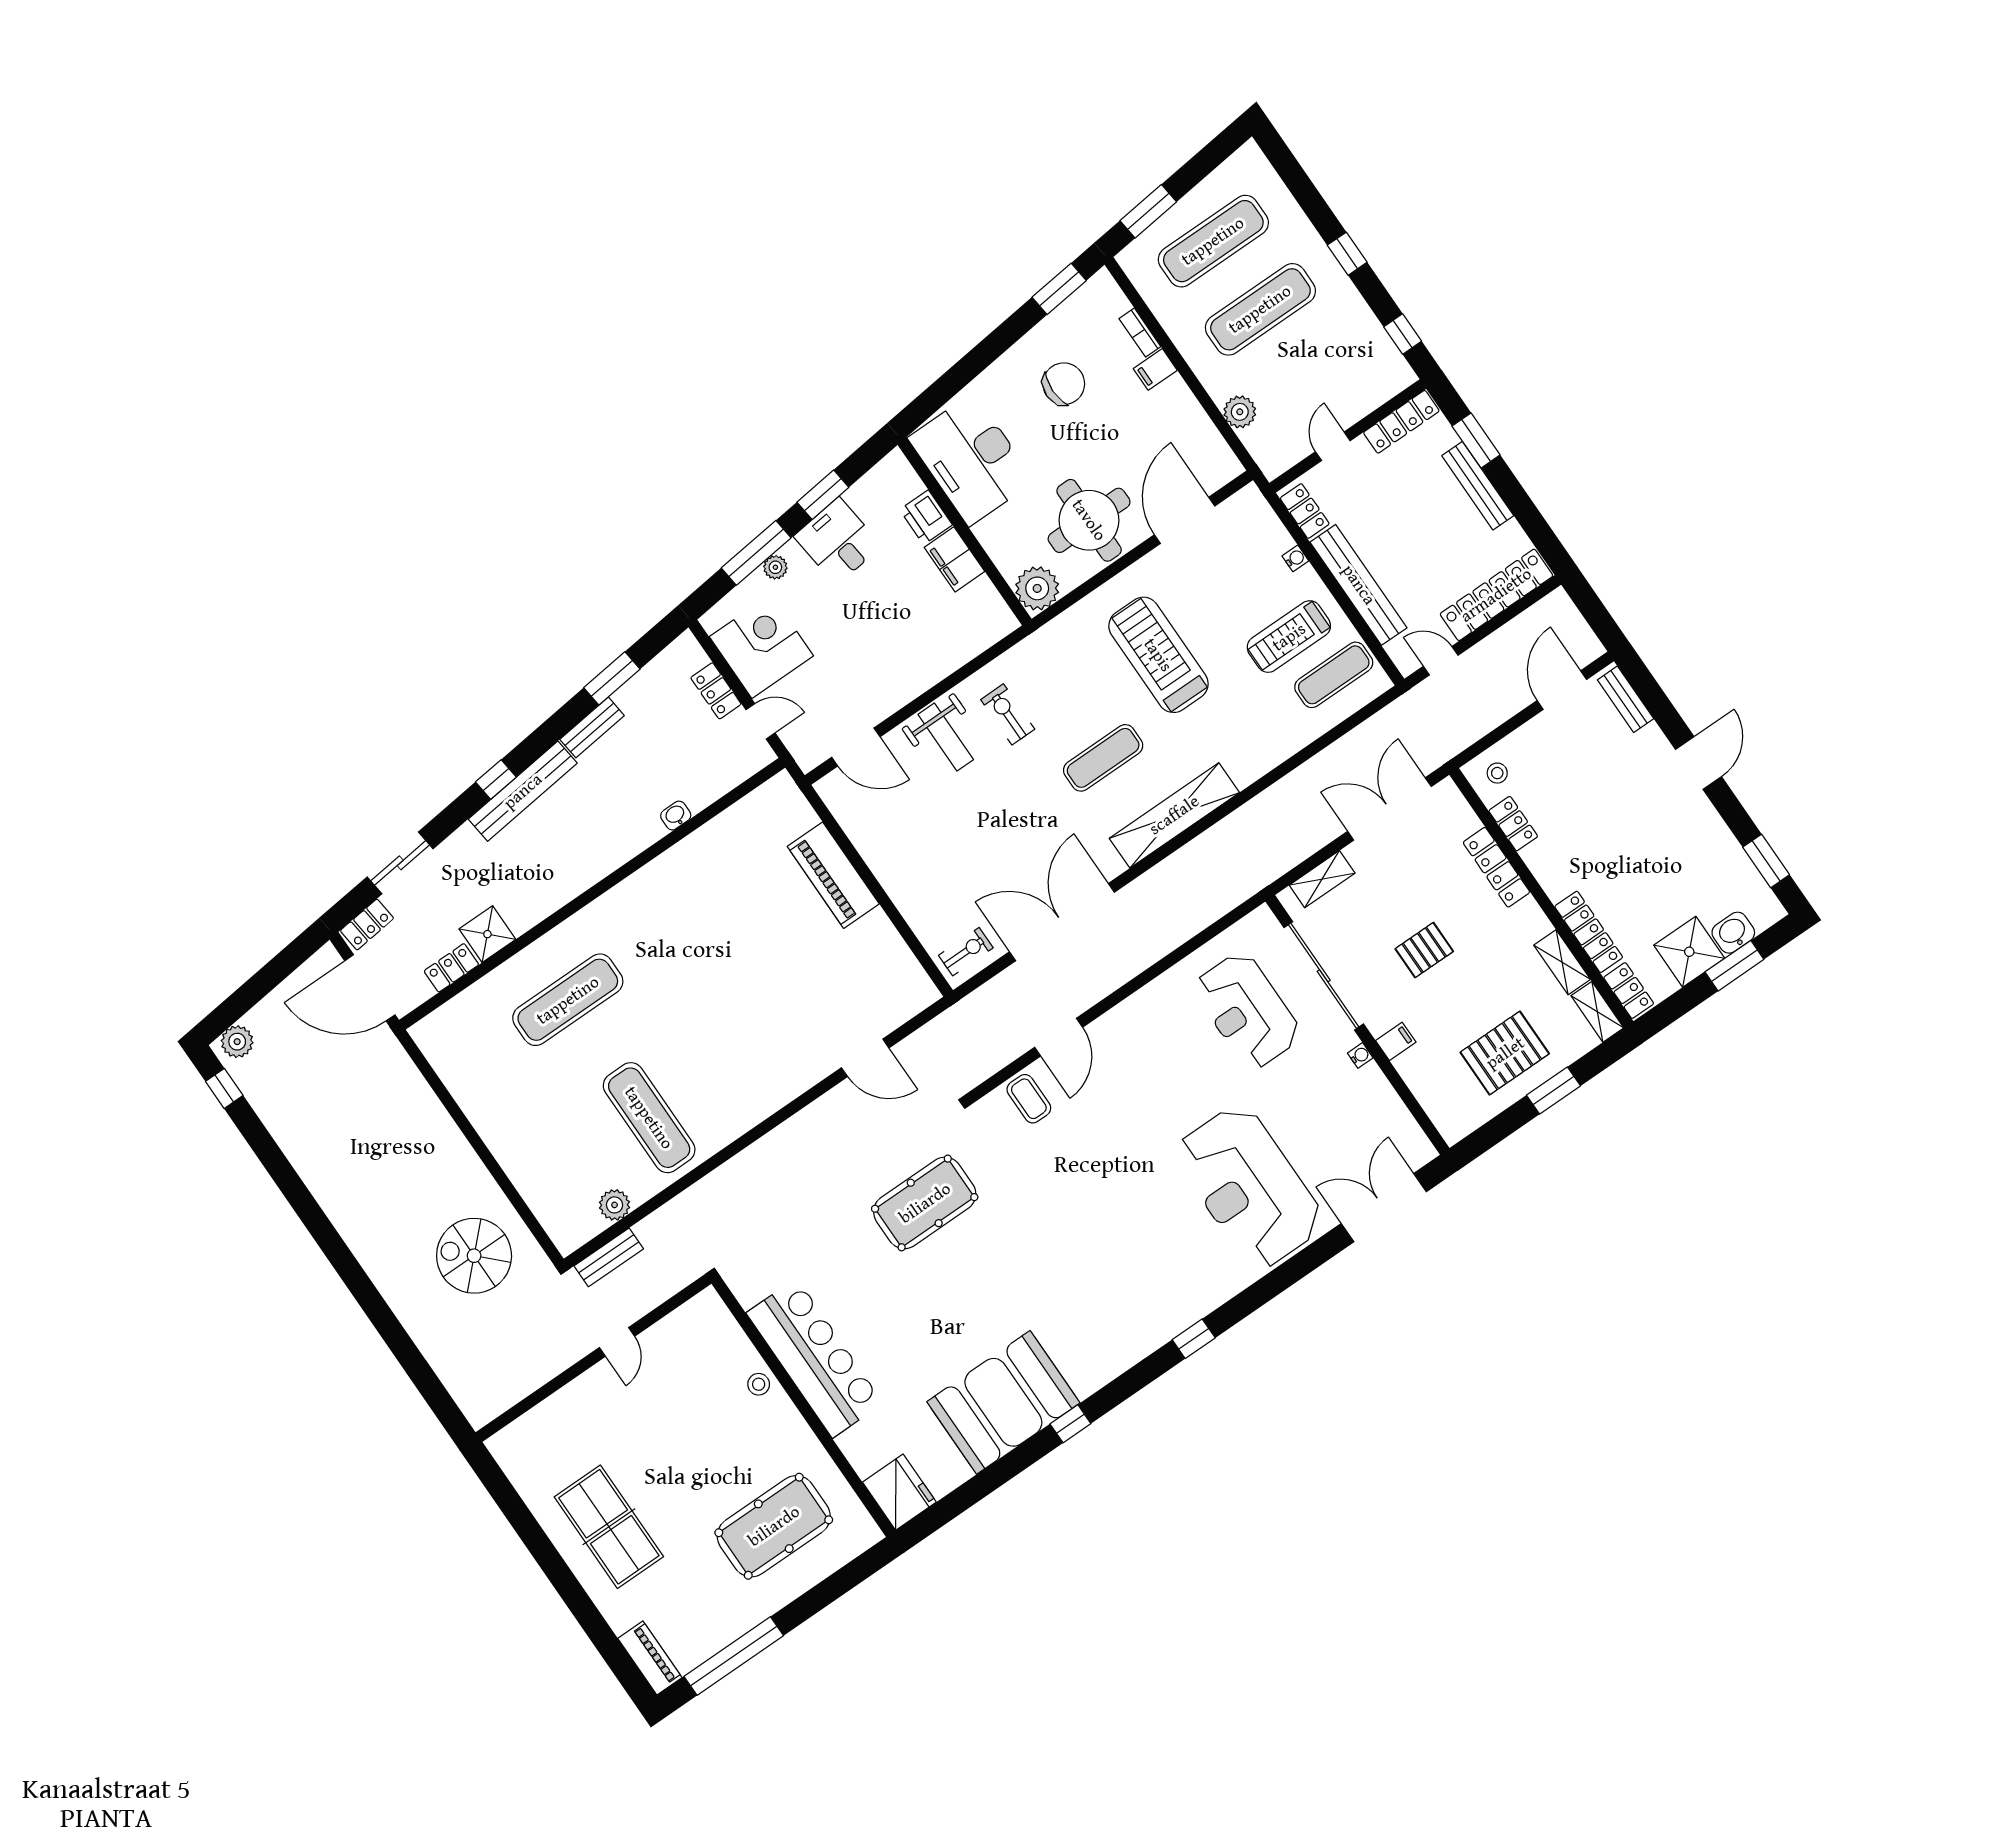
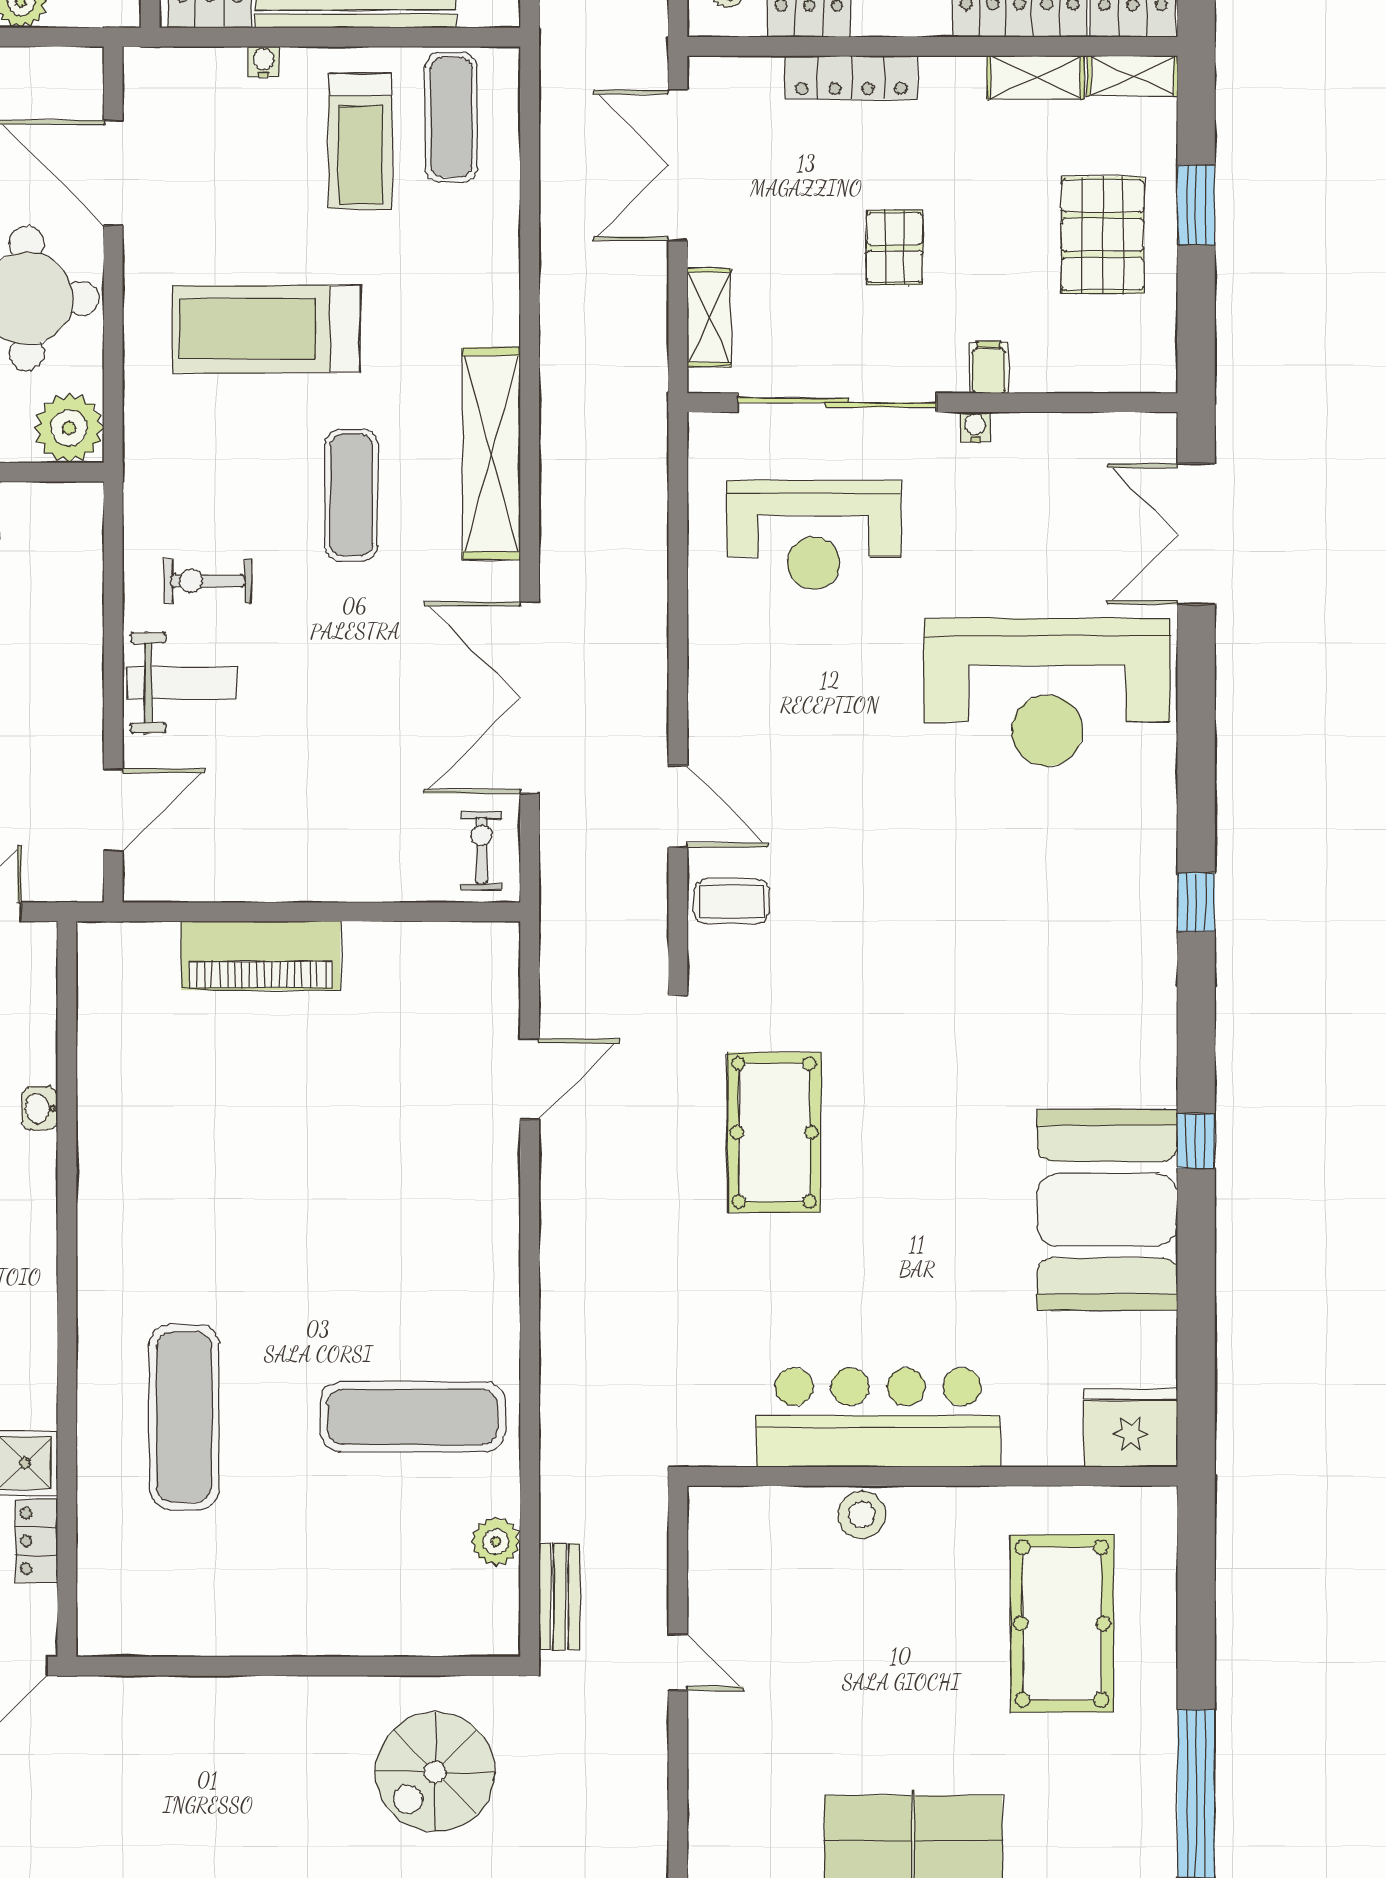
stool: (759, 1384) -> (862, 1515), width x1.37, depth x1.37

